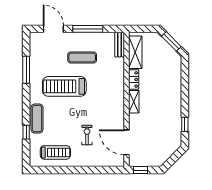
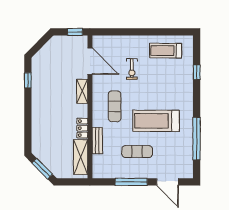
bench: (120, 45) -> (97, 141), moved
window: (26, 70) -> (197, 139), width x1.46
treadmill: (64, 86) -> (156, 121), turned 180
shelving: (134, 102) -> (82, 91), moved
exercise mat: (37, 119) -> (115, 106), moved

